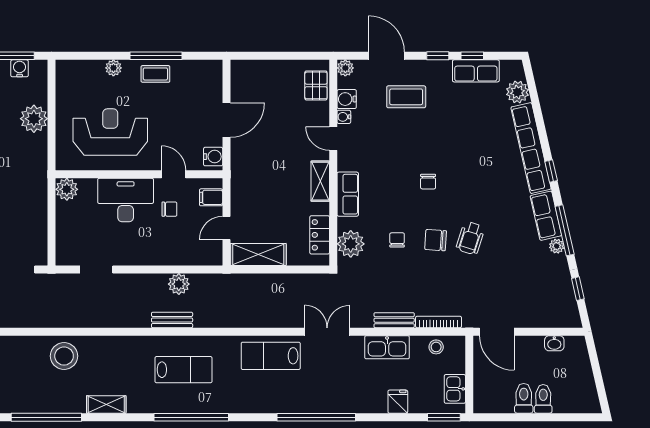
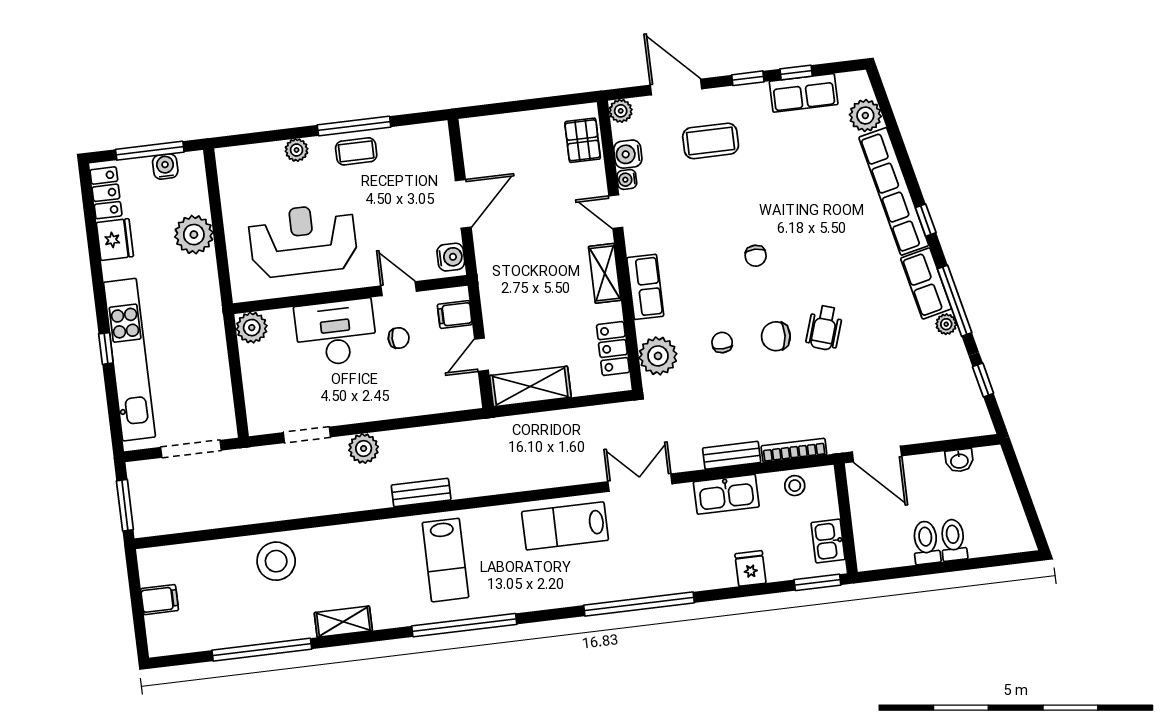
plant: (179, 284) -> (364, 448), moved
lab bench: (183, 370) -> (445, 560), turned 90

